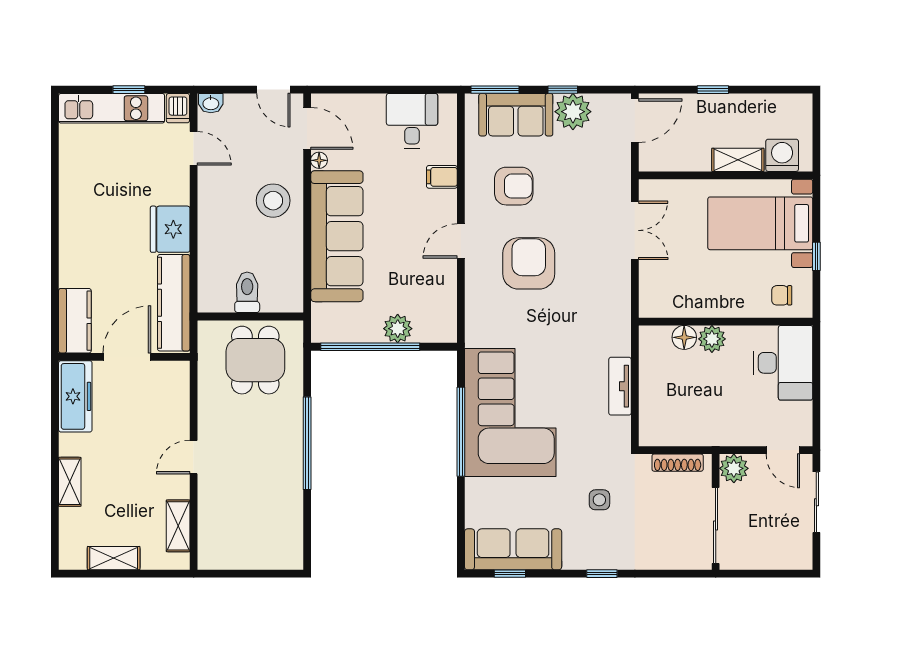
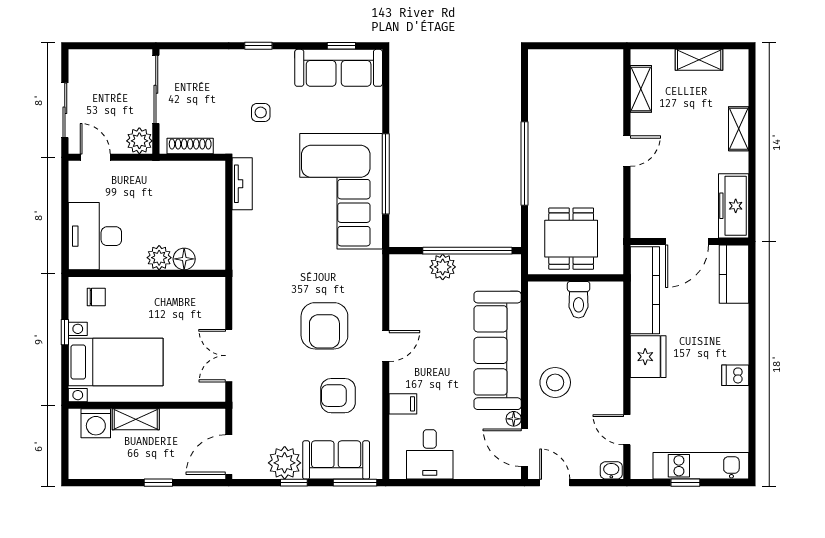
dishwasher: (178, 108) -> (735, 375), moved, turned -90
tv unit: (620, 386) -> (242, 184), moved

